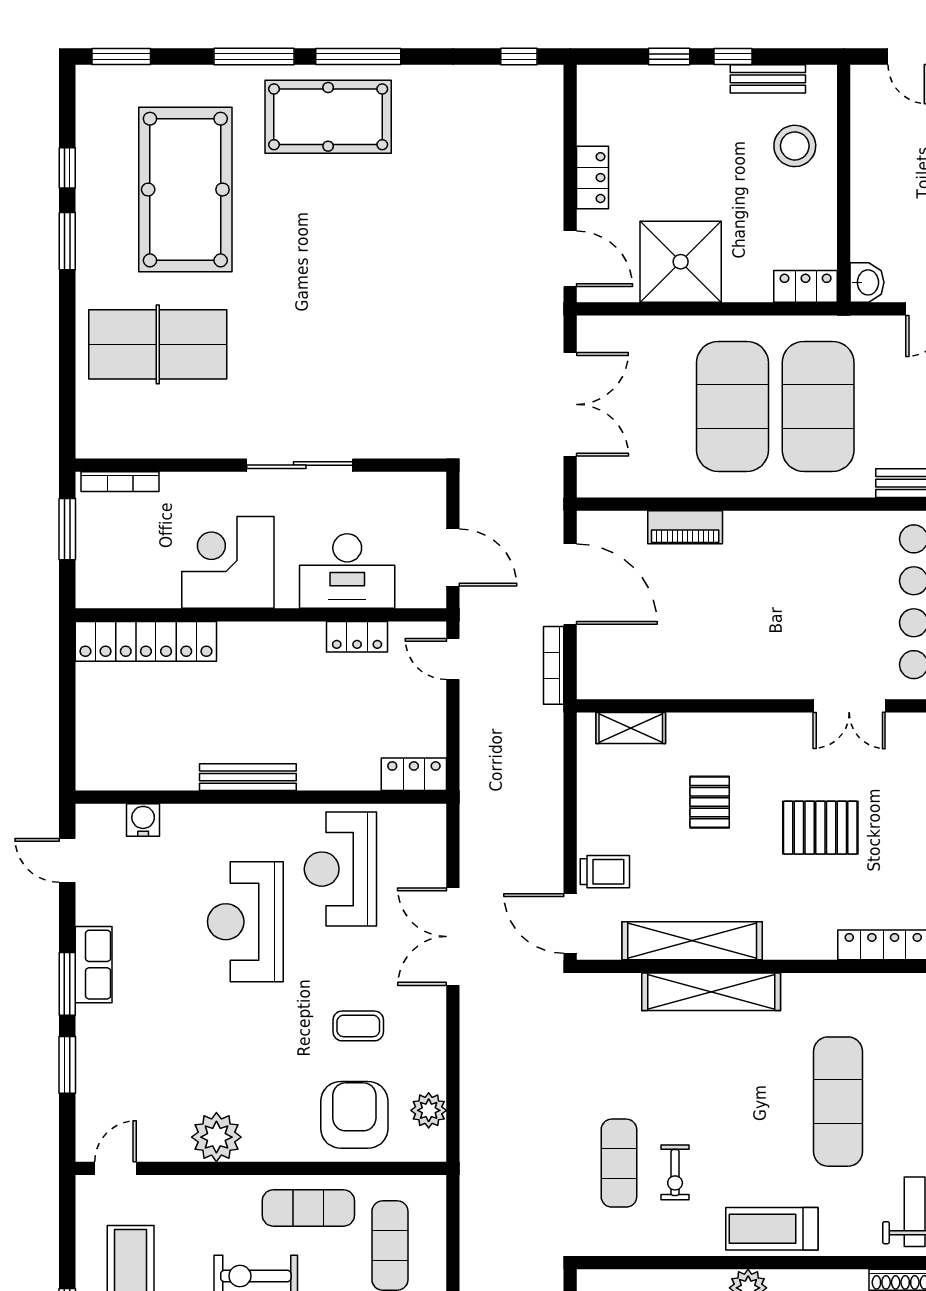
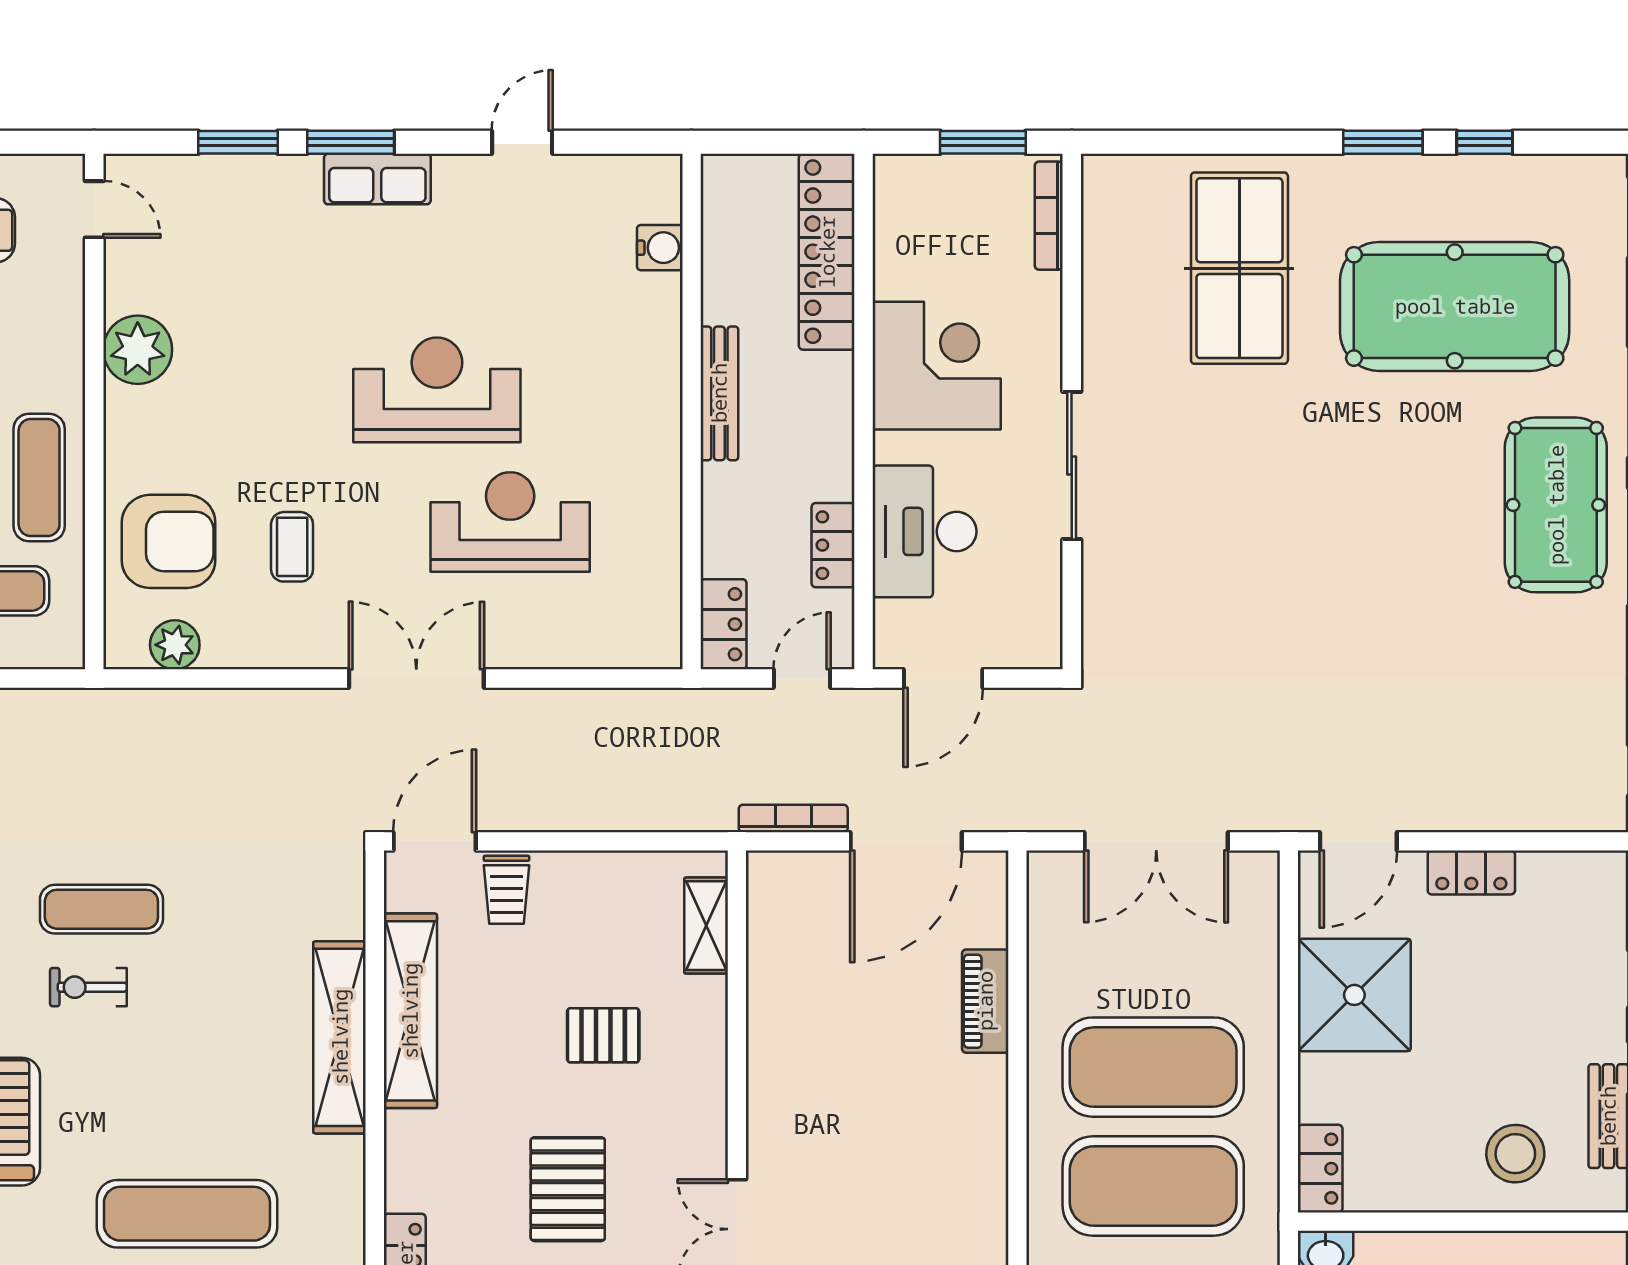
locker: (414, 774) -> (723, 624), moved
bench: (248, 777) -> (719, 393), moved
wall: (261, 797) -> (692, 411), moved
water cooler: (143, 820) -> (660, 248), moved

